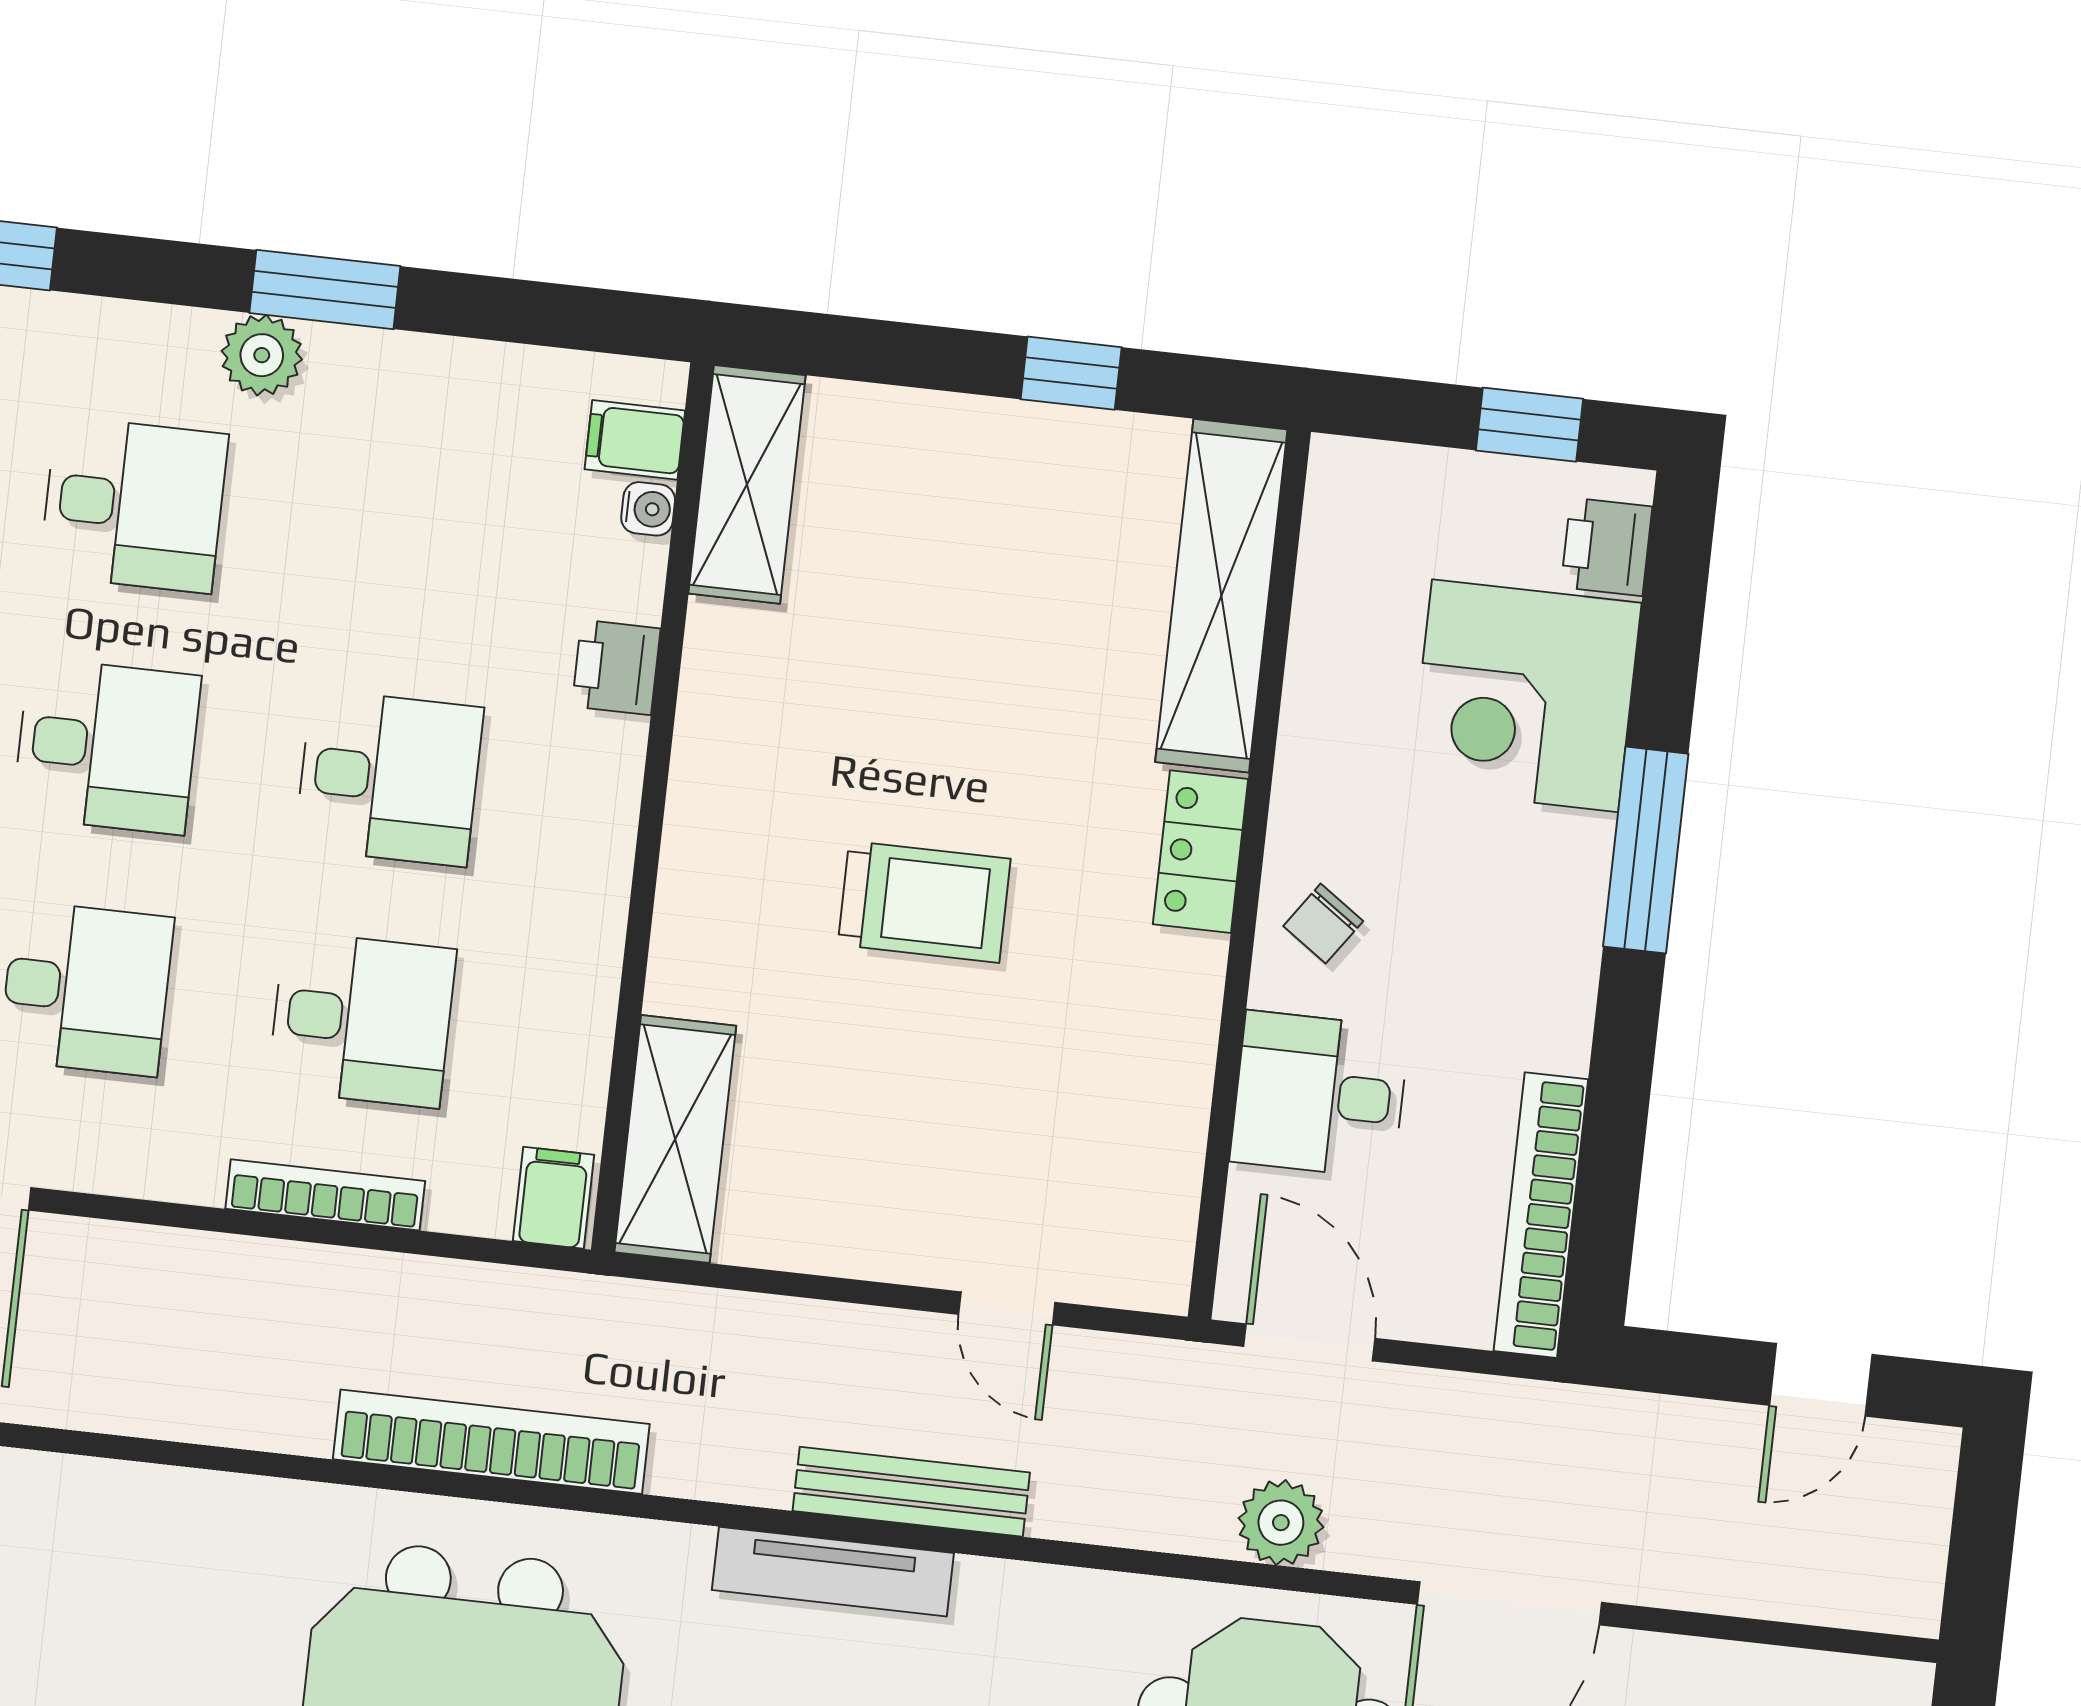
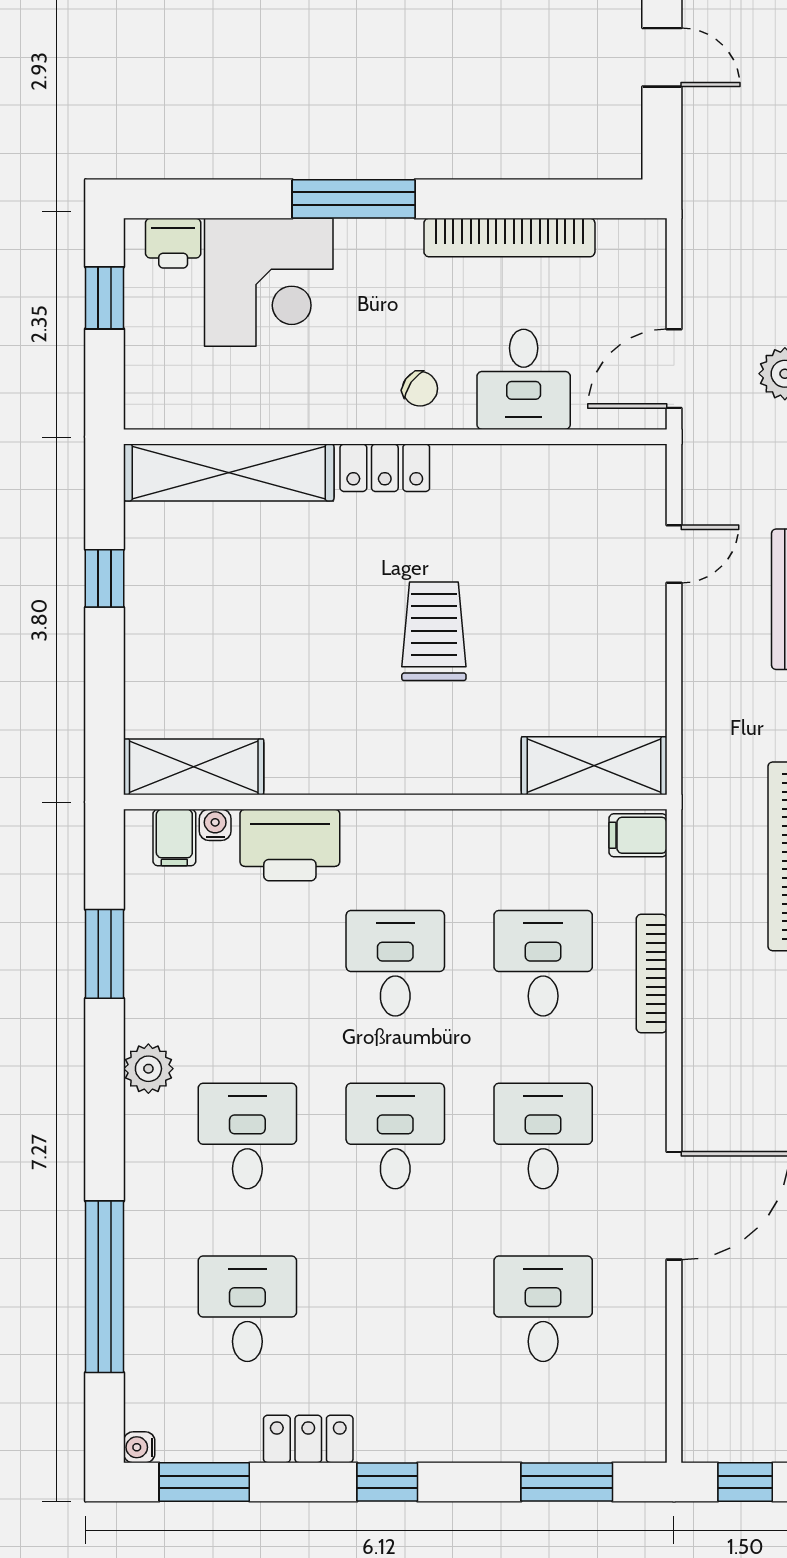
window: (325, 289) -> (104, 954), moved
printer: (616, 667) -> (290, 845), width x1.87, depth x1.48
bookcase: (1541, 1215) -> (509, 237), moved

